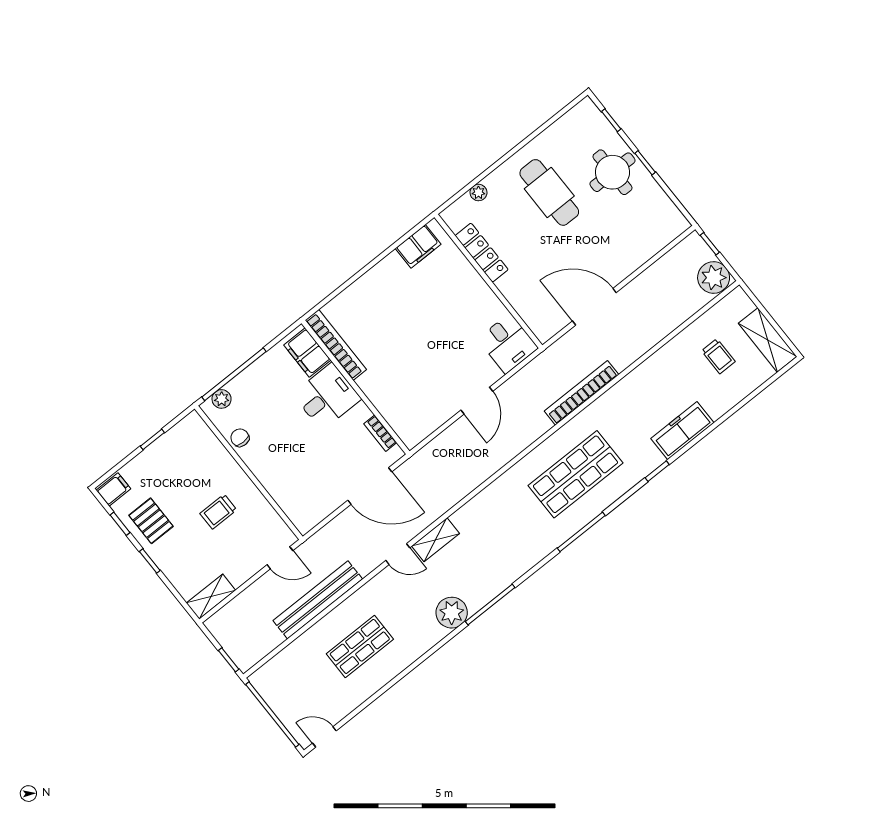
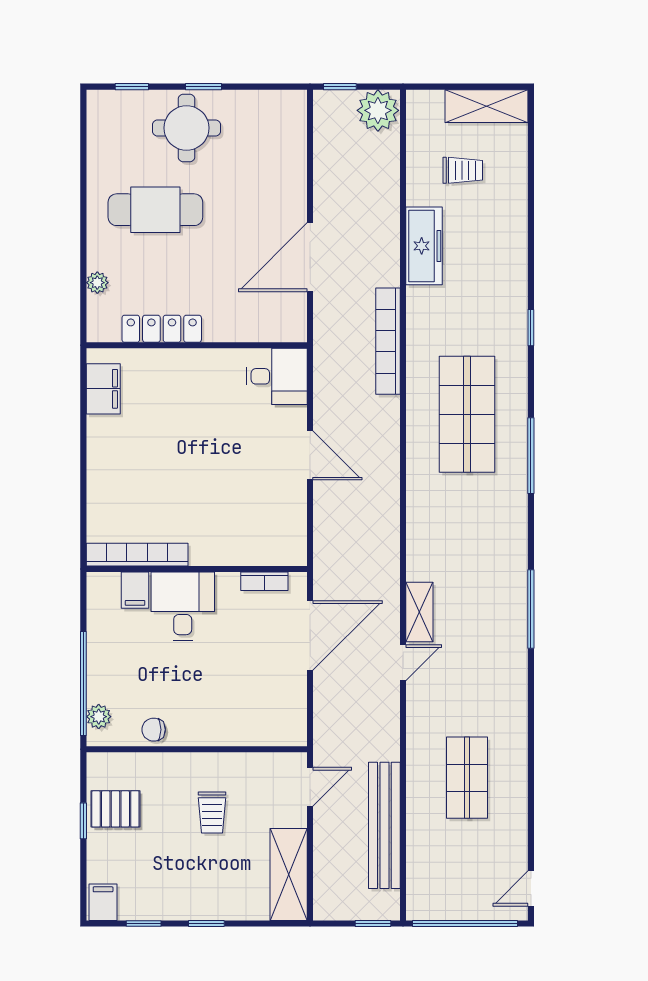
filing cabinet: (307, 353) -> (135, 590), width x0.50
freezer: (682, 431) -> (424, 246), moved, turned 180
pallet: (151, 521) -> (115, 809), moved
shelving: (211, 597) -> (289, 875), width x1.50, depth x1.33
bench: (318, 600) -> (384, 825), moved
plant: (452, 613) -> (508, 655), removed

